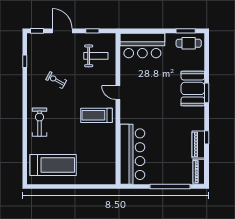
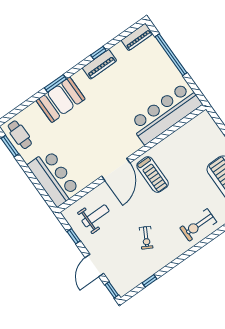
weight bench: (96, 56) -> (95, 216), turned 90
door: (118, 92) -> (116, 169), width x1.88
piano: (198, 144) -> (99, 64), moved

